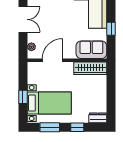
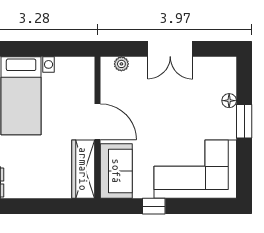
door: (52, 60) -> (97, 122), moved
window: (23, 97) -> (32, 49), removed

